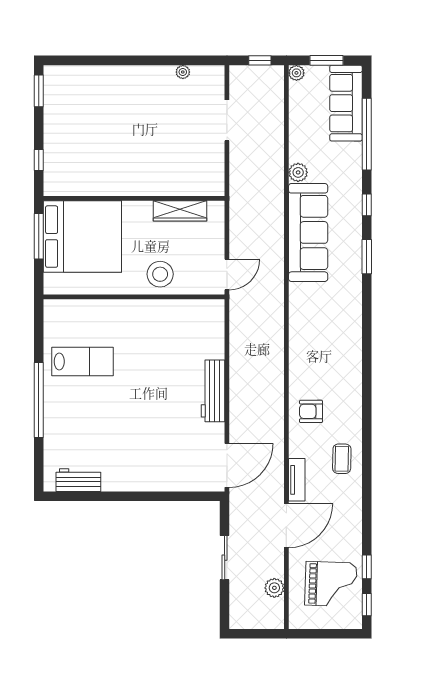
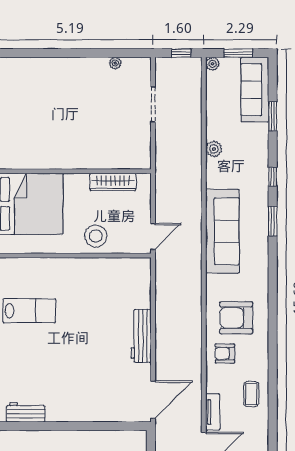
window: (367, 134) -> (273, 116), width x0.47
sofa: (308, 232) -> (222, 231), moved
armchair: (324, 370) -> (236, 318), added

